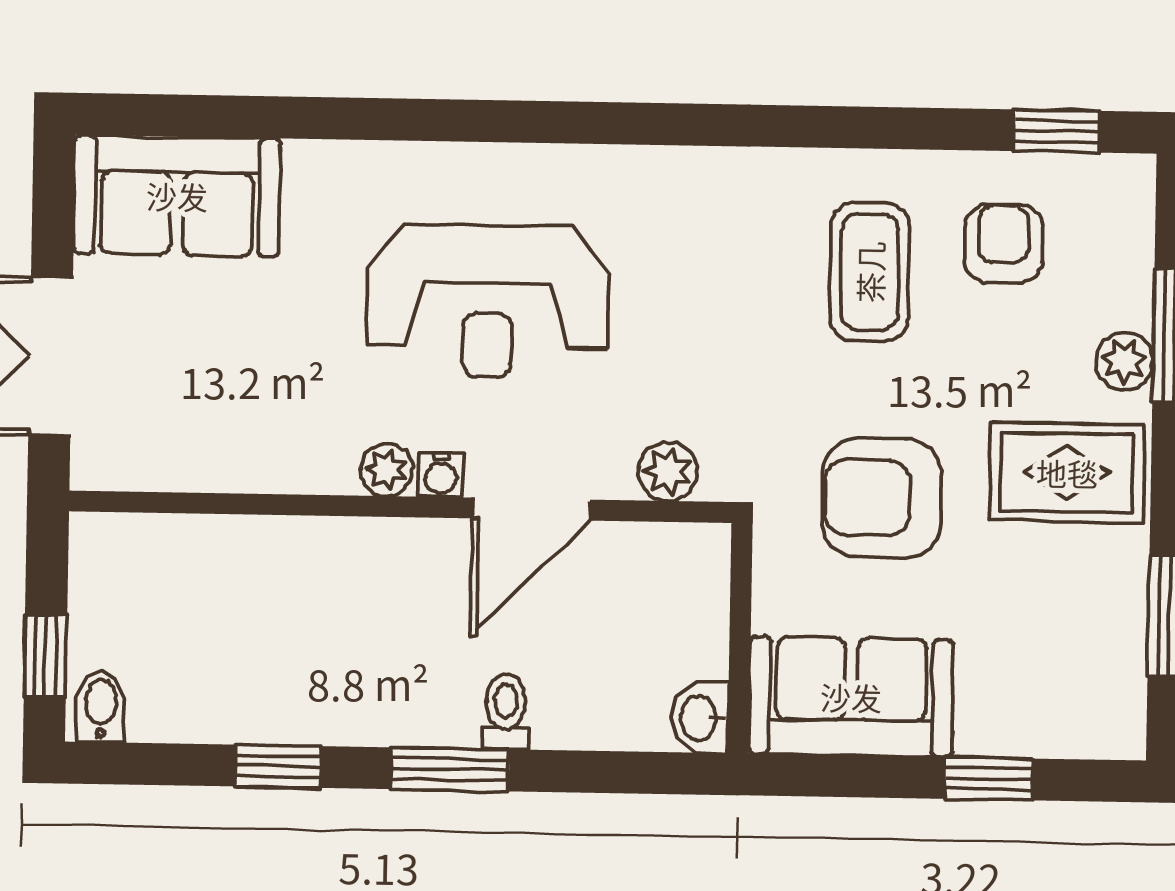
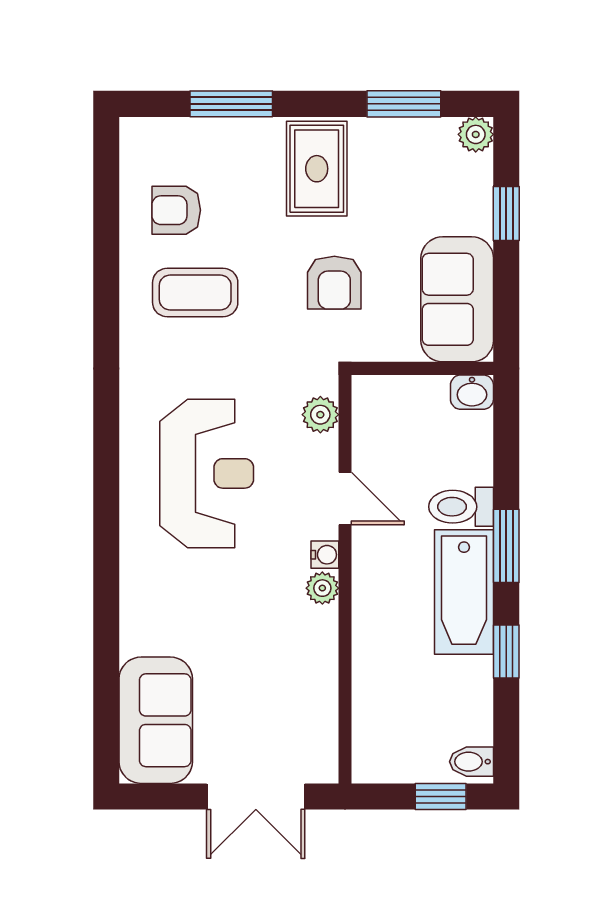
window: (1057, 131) -> (106, 179), removed
reception desk: (488, 301) -> (207, 473), moved
plant: (1124, 361) -> (476, 134), moved
armchair: (882, 498) -> (334, 283), width x0.72, depth x0.72
door: (531, 509) -> (345, 498), width x0.73
bathtub: (376, 699) -> (464, 592), added
toilet: (506, 712) -> (461, 507), width x1.37, depth x1.39

